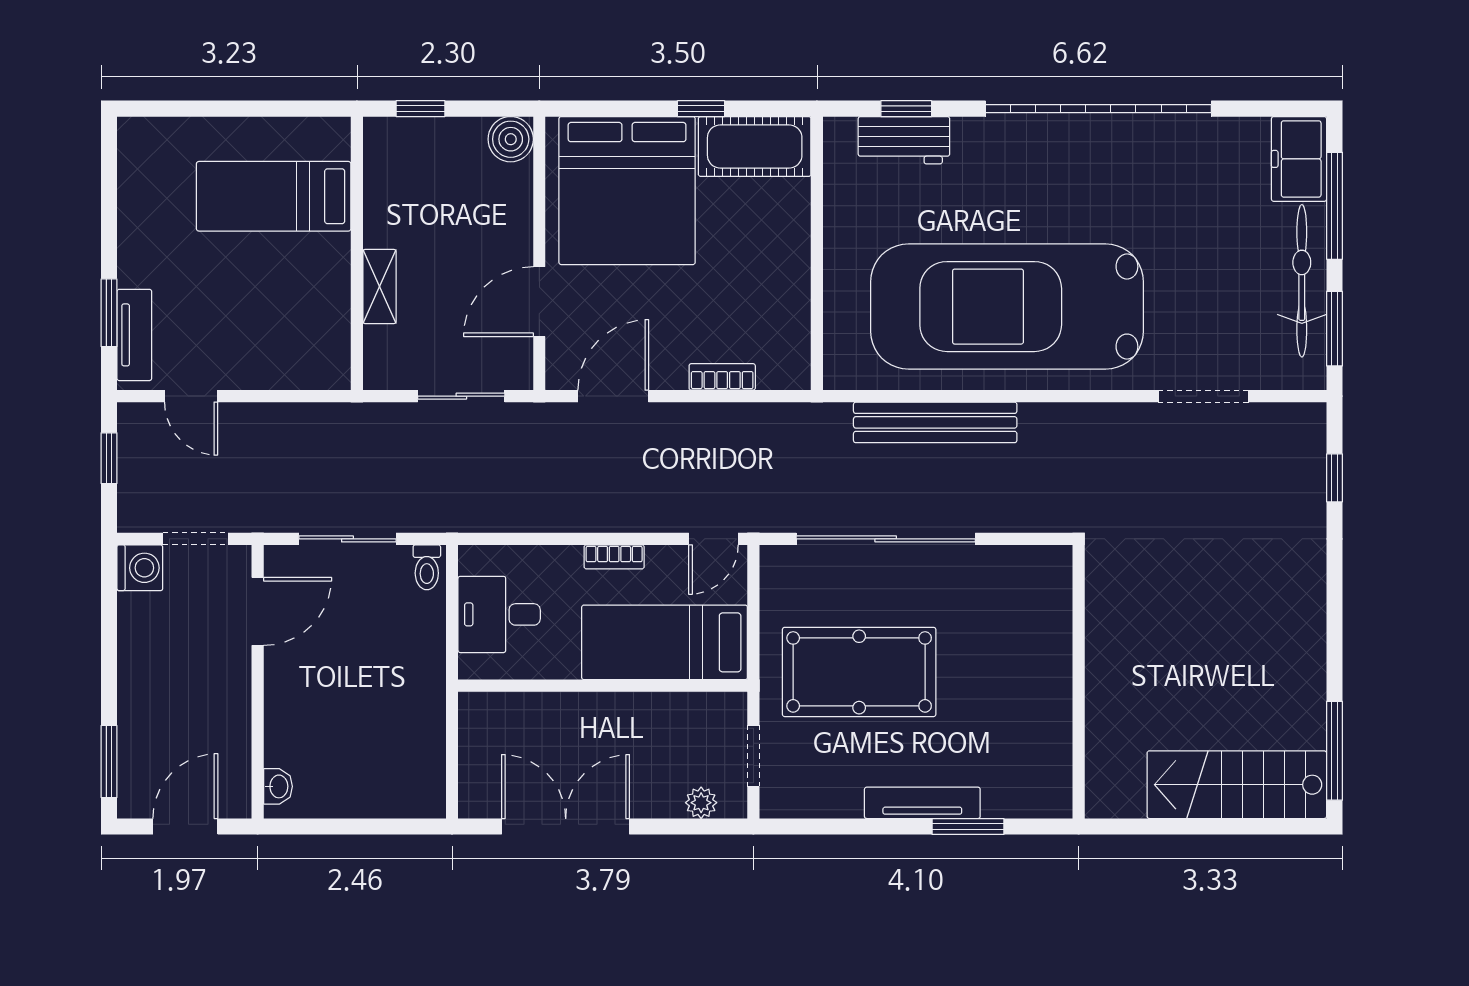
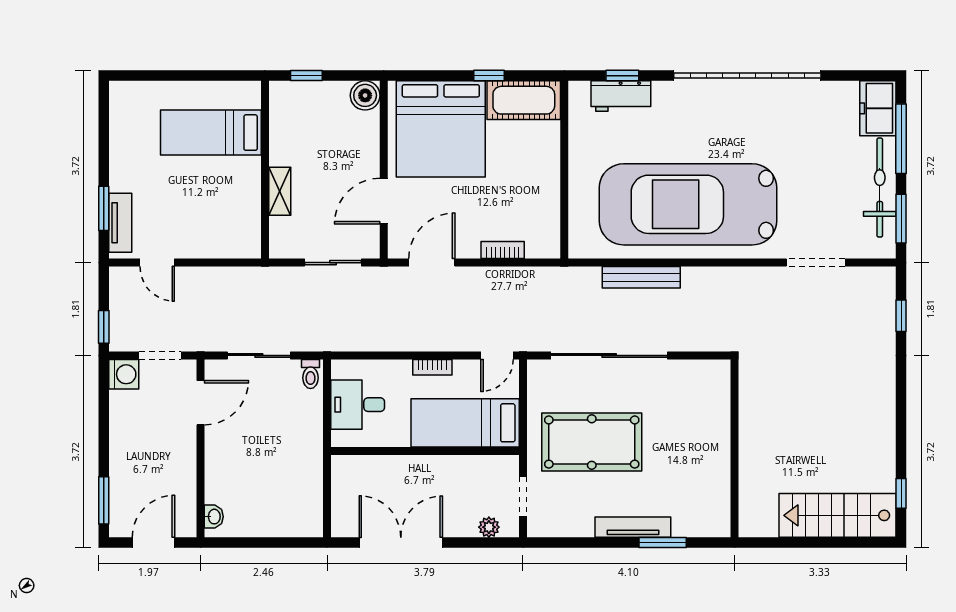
bench: (935, 422) -> (641, 277), width x0.73, depth x0.82
window: (109, 458) -> (104, 327), moved
window: (1334, 751) -> (901, 493), width x0.46

